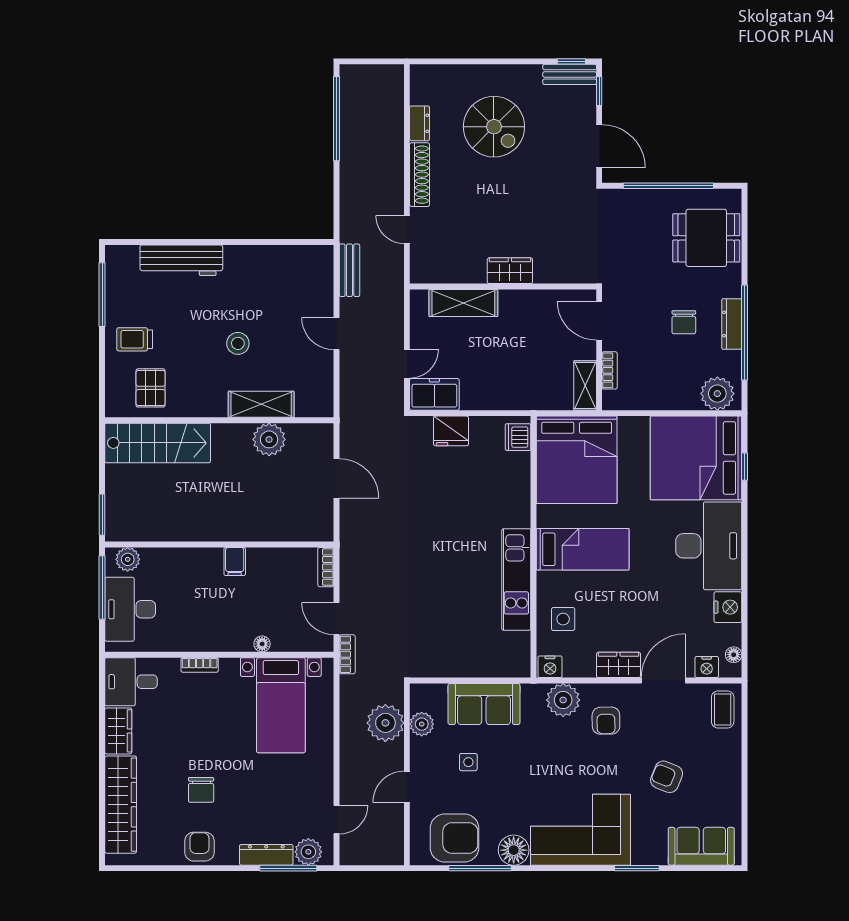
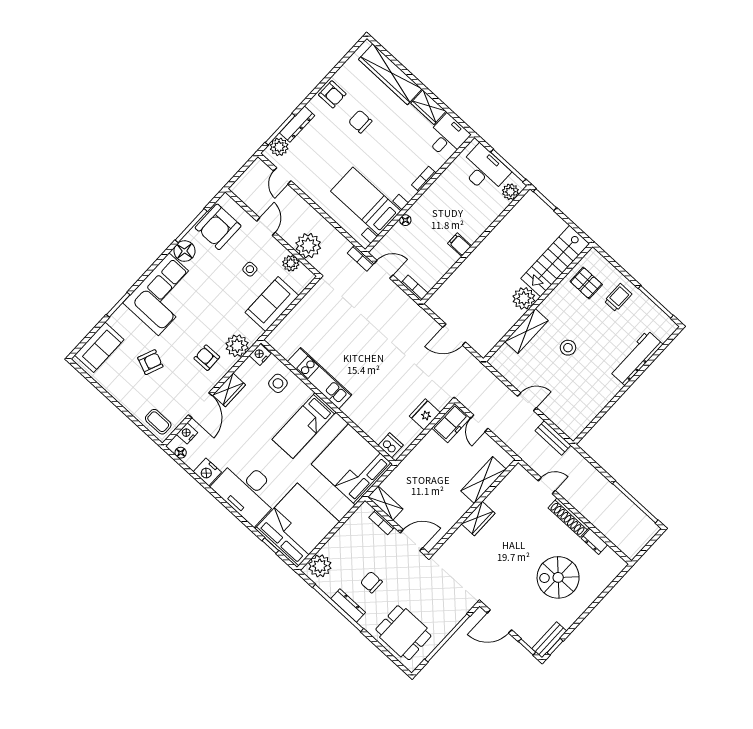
dining table: (706, 238) -> (403, 633), turned 90
plant: (269, 439) -> (524, 298), moved

